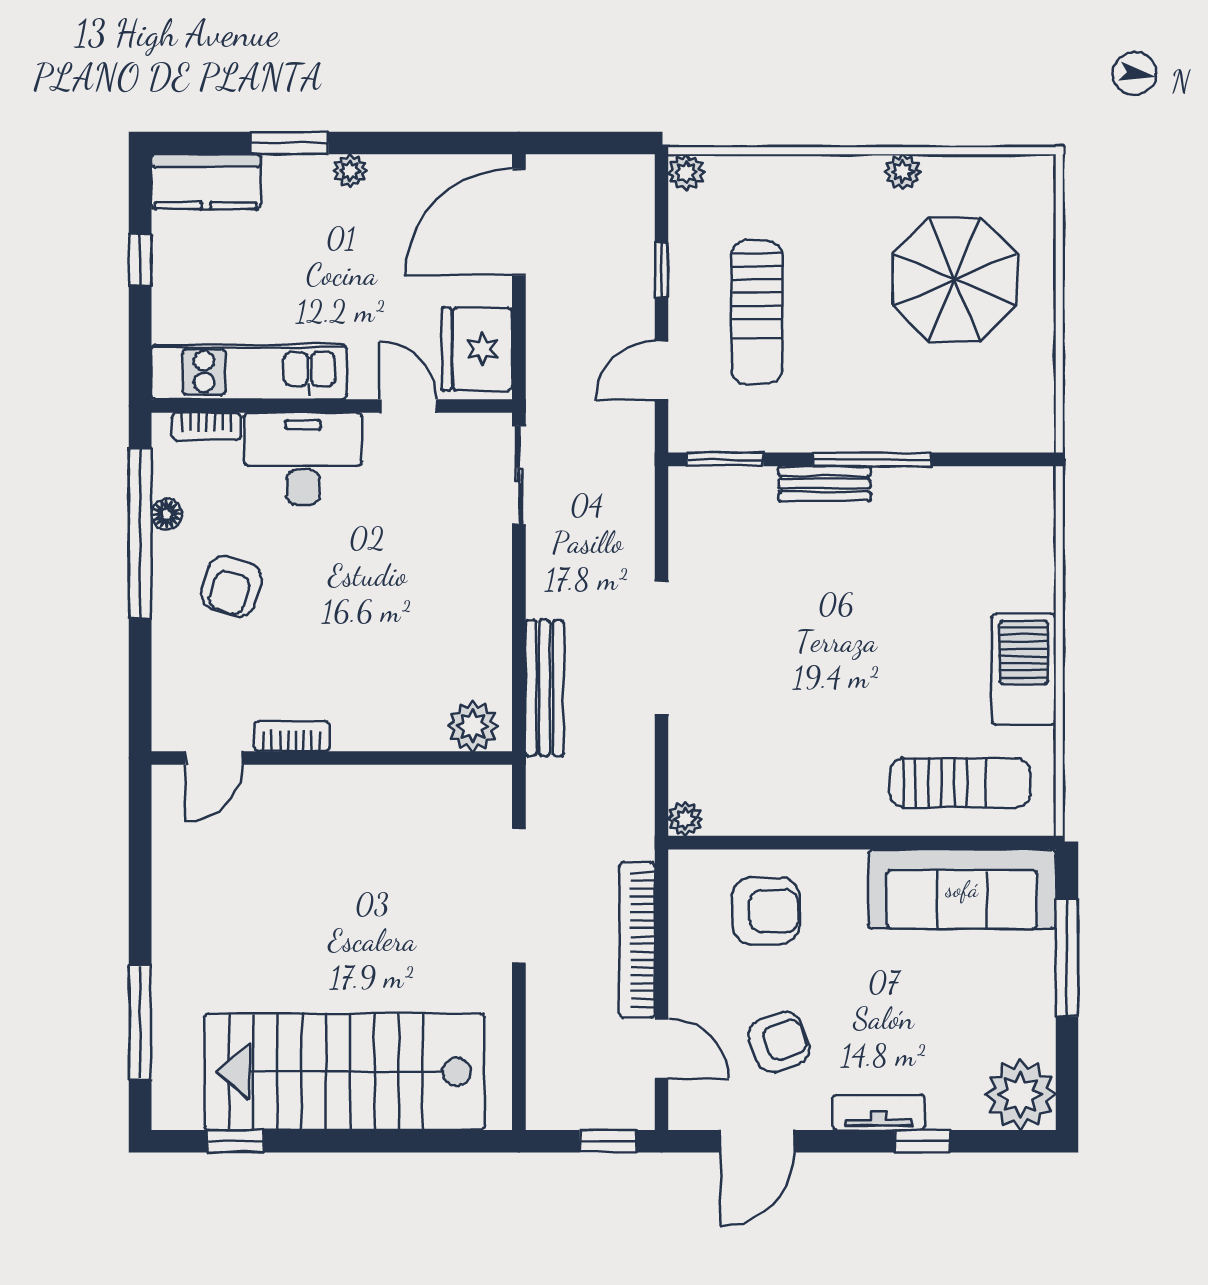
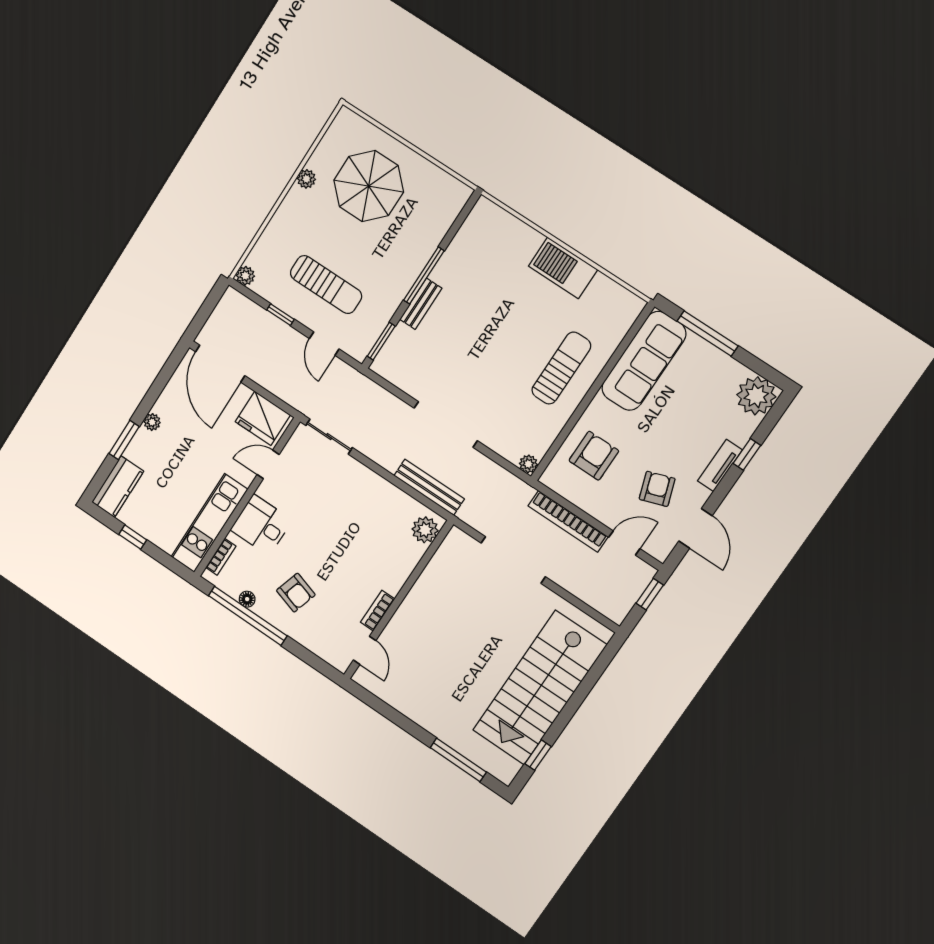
desk: (303, 459) -> (261, 525), width x0.73
sun lounger: (960, 783) -> (561, 368), moved

